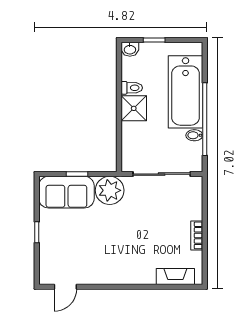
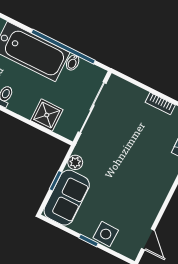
shower: (134, 108) -> (47, 115), moved
plant: (110, 190) -> (75, 162), width x0.53, depth x0.53
side table: (51, 245) -> (106, 234), added

